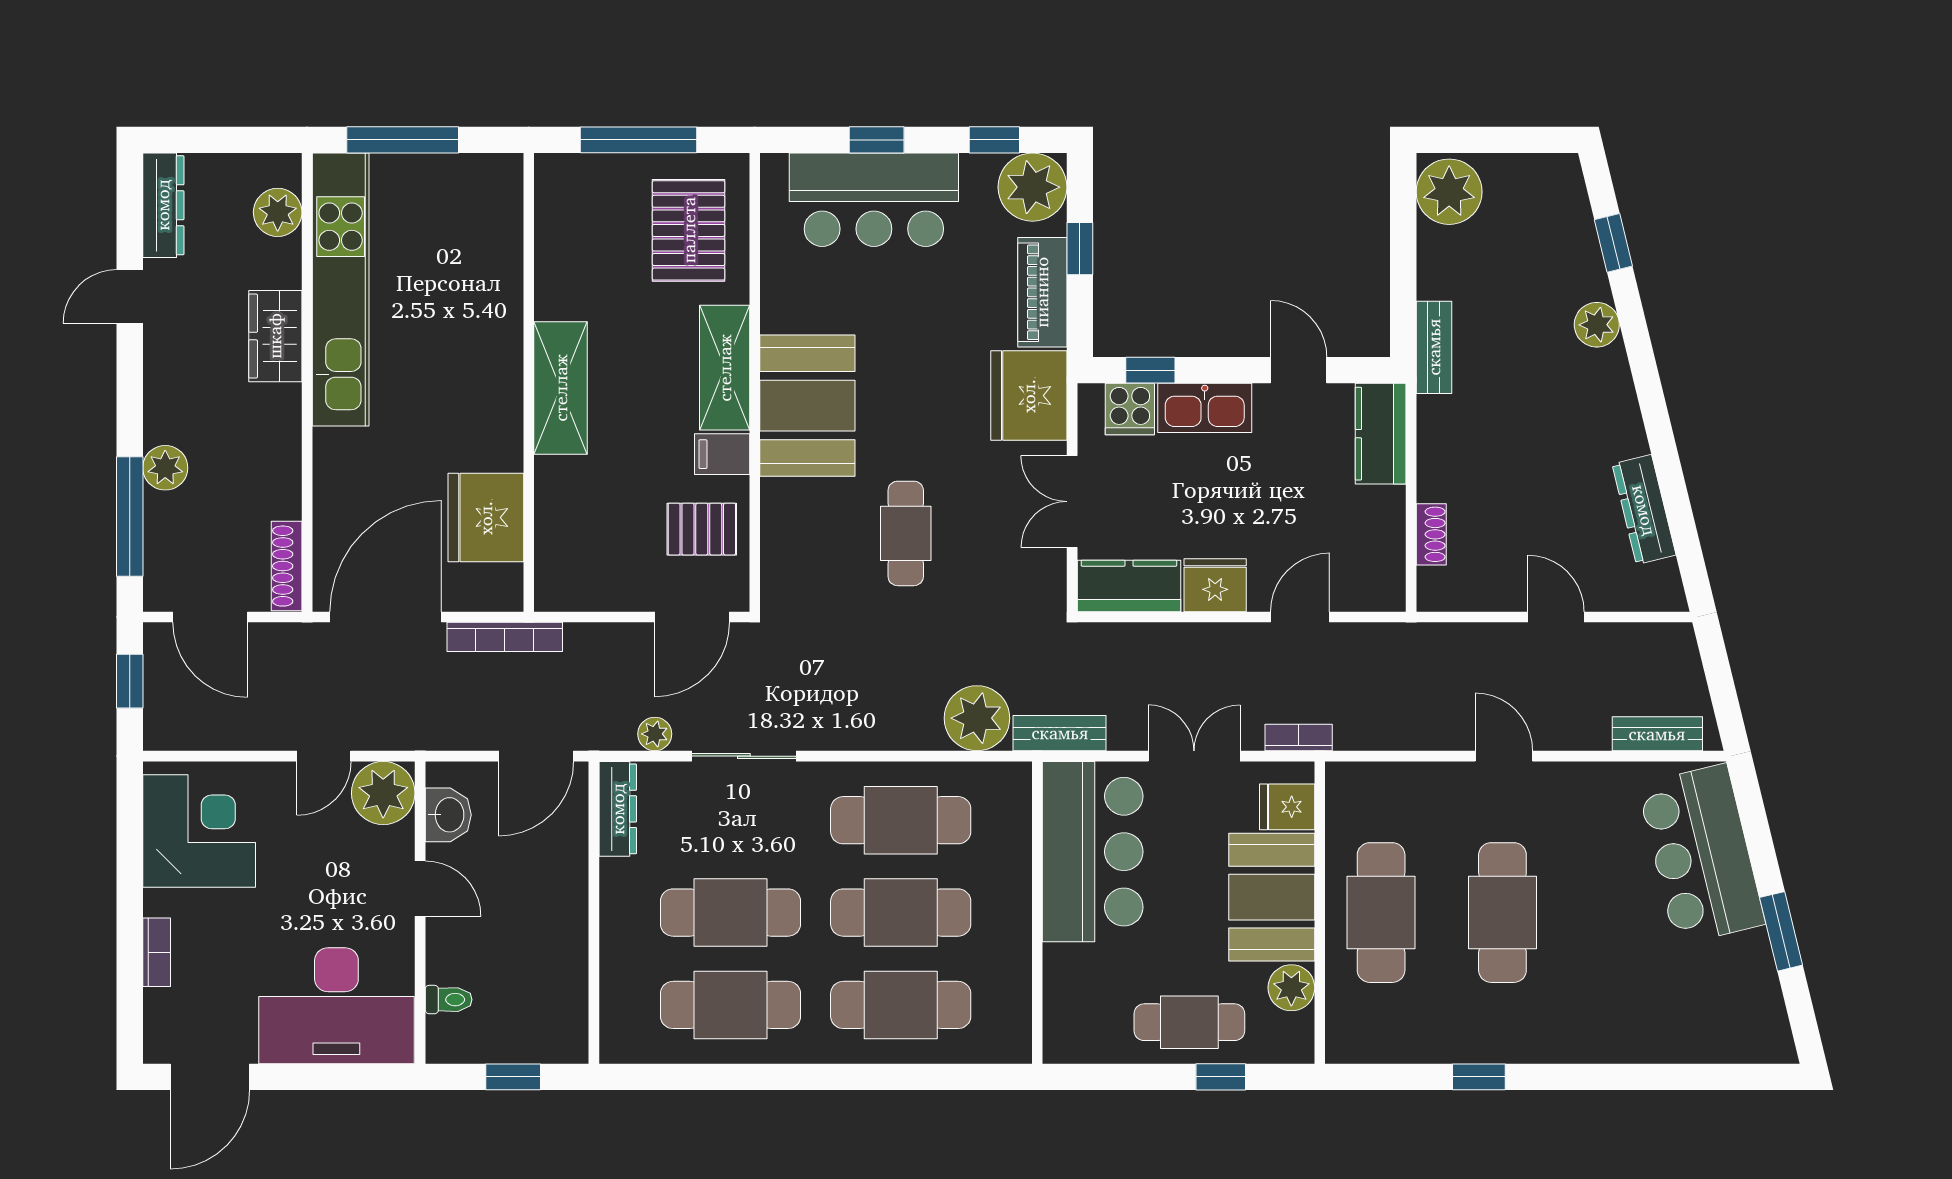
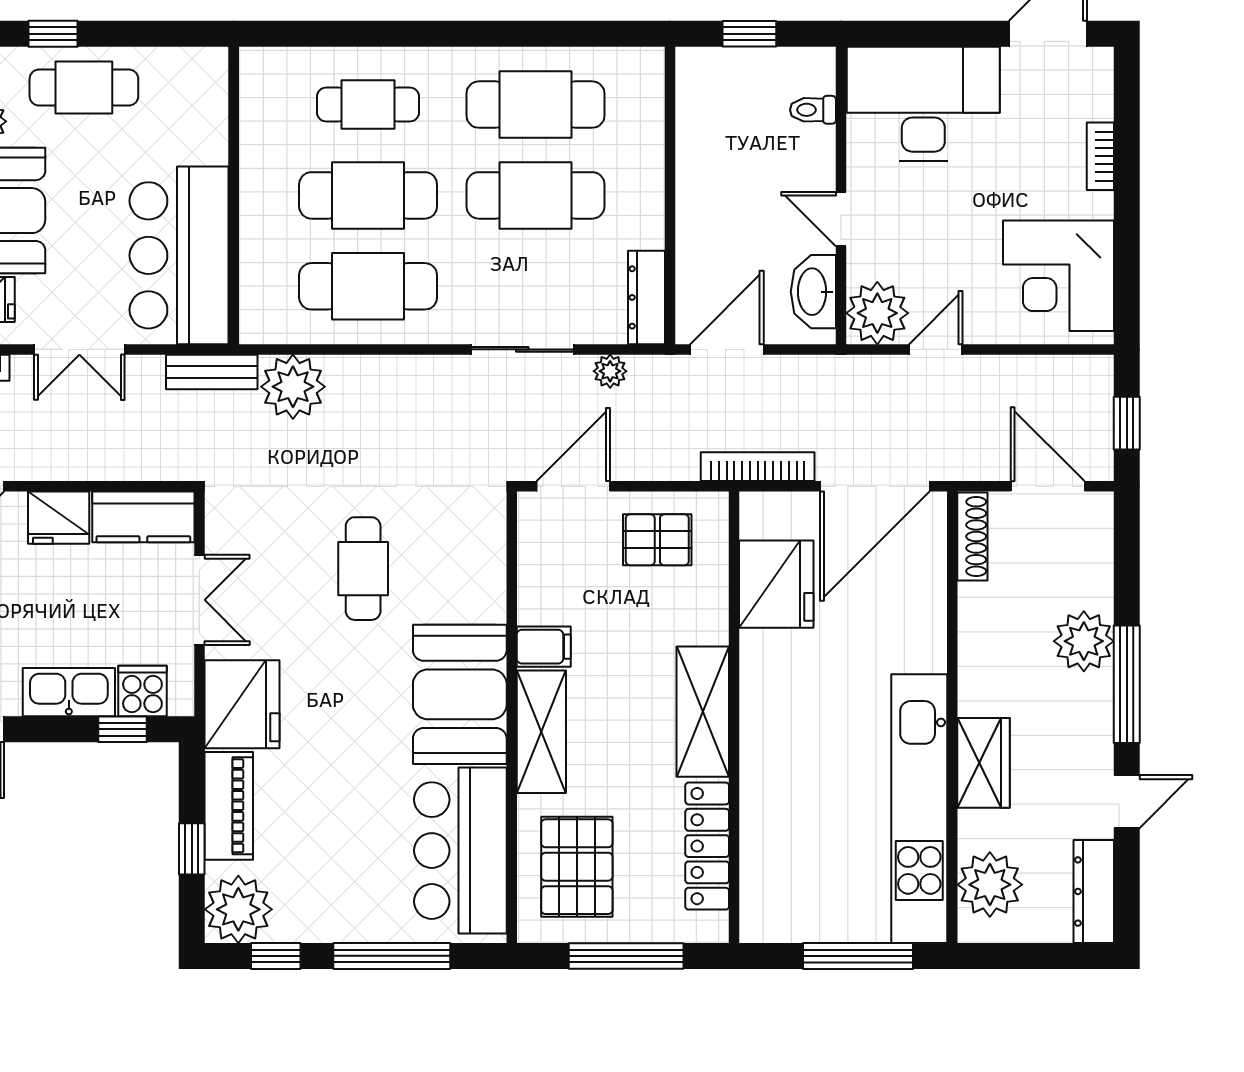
window: (877, 140) -> (392, 956), width x2.17
bar counter: (874, 200) -> (460, 851), moved, turned -90
plant: (278, 212) -> (990, 885), width x1.36, depth x1.36
locker: (556, 251) -> (707, 846), added
plant: (165, 468) -> (1084, 641), width x1.36, depth x1.36
window: (130, 516) -> (1127, 684), moved
pallet: (702, 529) -> (657, 540), moved
washbasin: (448, 815) -> (813, 292), width x1.38
cafe table: (901, 1005) -> (368, 105), width x0.73, depth x0.74

